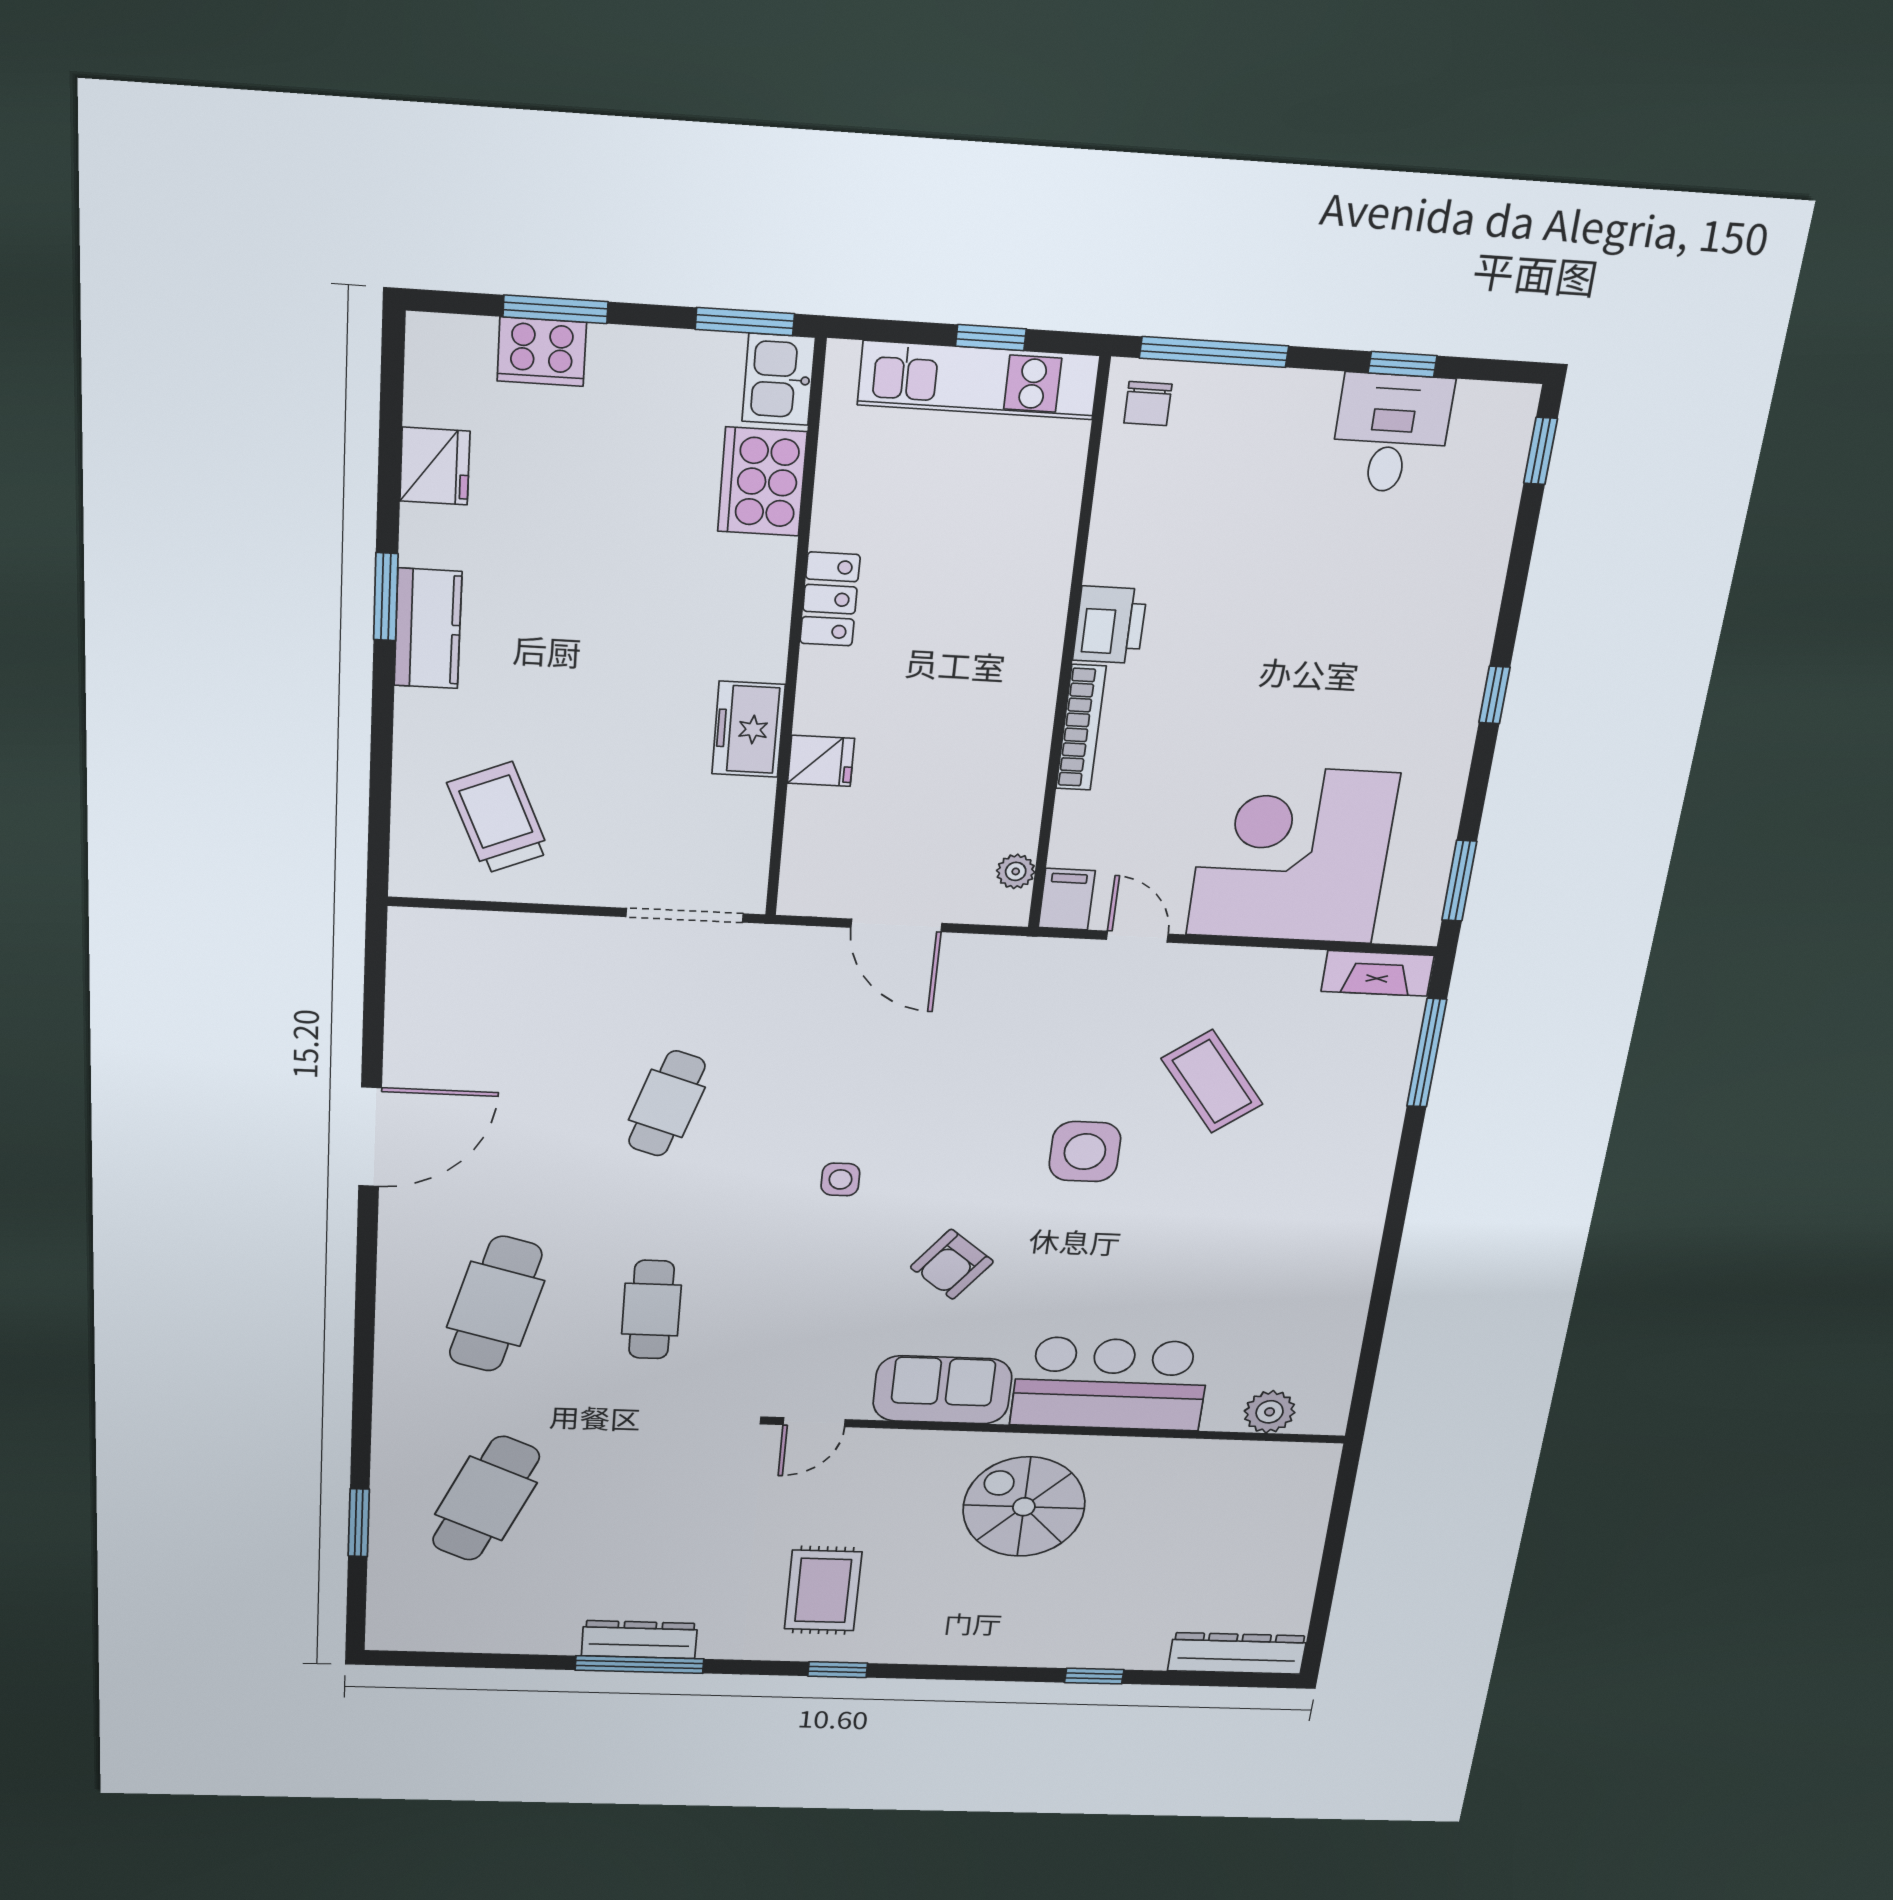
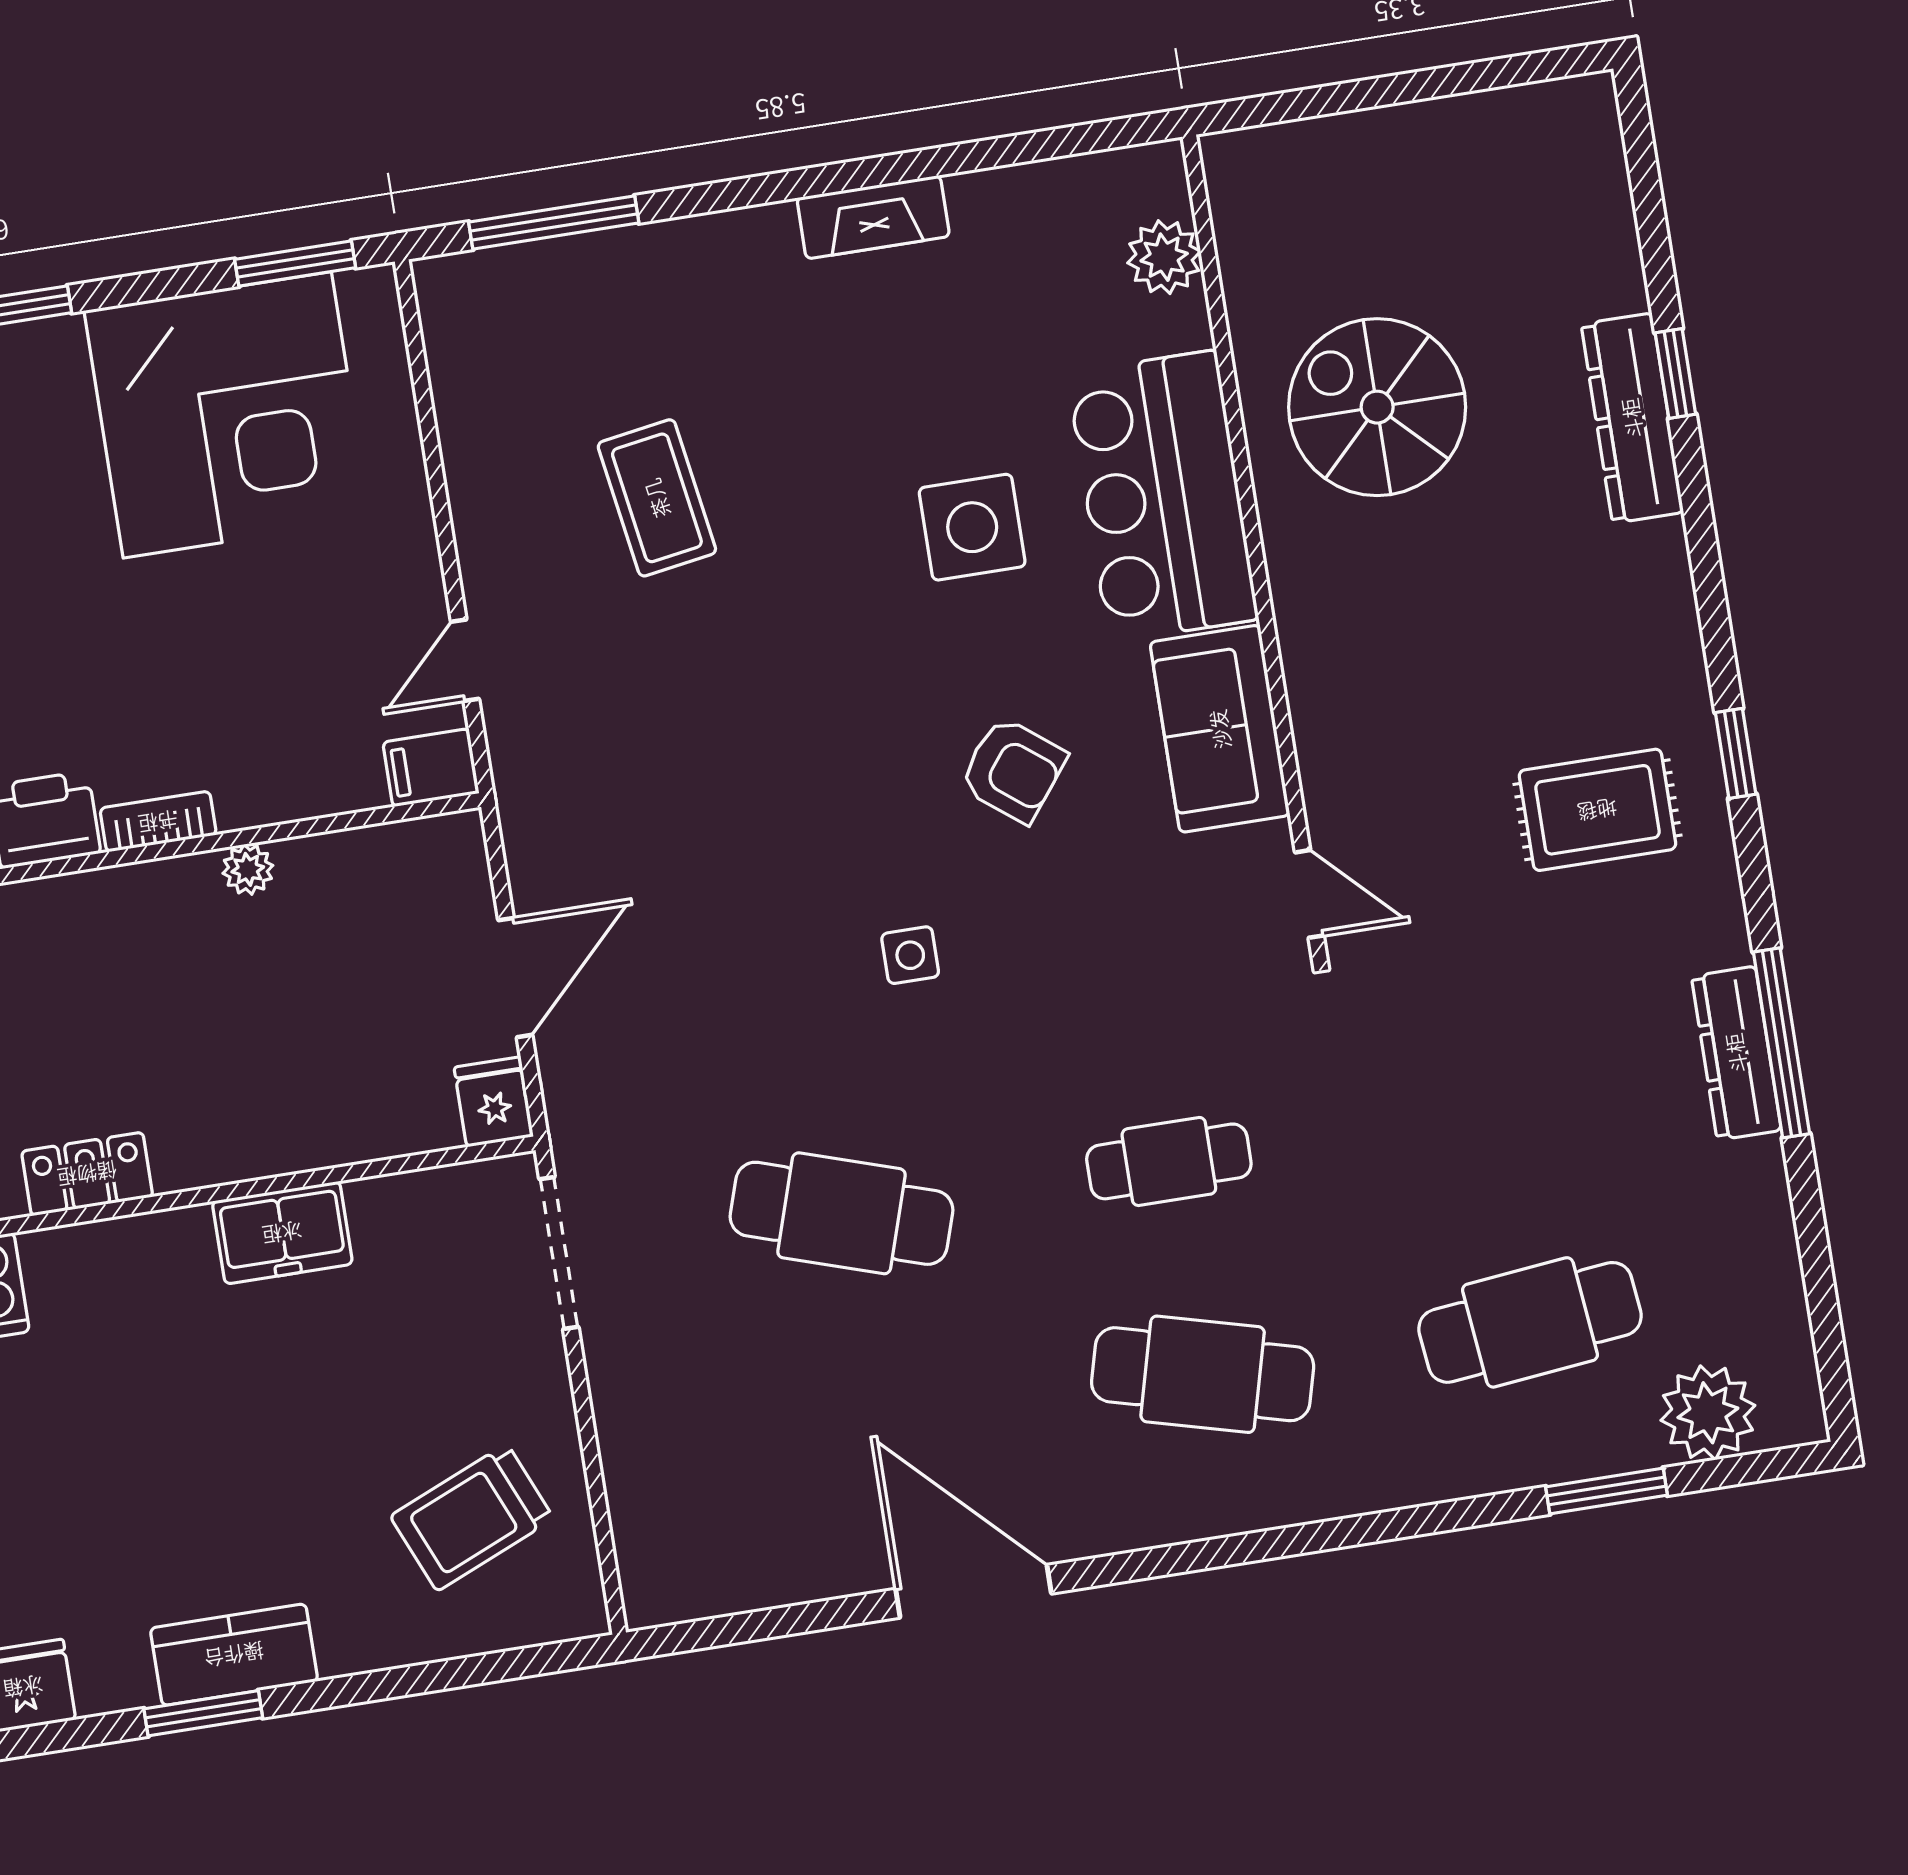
bookcase: (1081, 728) -> (158, 822), width x0.64
fridge: (821, 761) -> (494, 1102), moved
corner desk: (1292, 854) -> (227, 415), moved, turned -90
plant: (1016, 871) -> (248, 869), moved
fireplace: (1378, 973) -> (873, 217), moved, turned 90
coffee table: (1212, 1081) -> (657, 498), turned -62
cafe table: (667, 1104) -> (842, 1213), width x1.37, depth x1.35
side table: (1085, 1152) -> (972, 527), moved
cafe table: (486, 1499) -> (1530, 1322), turned -30
spiral stairs: (1024, 1507) -> (1377, 407), moved, turned 90
plant: (400, 1587) -> (1708, 1413), added
dresser: (1237, 1653) -> (1632, 418), moved

